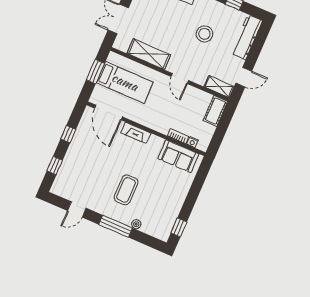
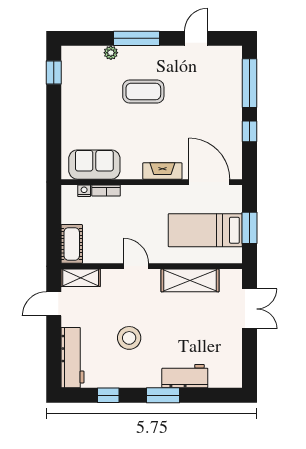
window: (55, 166) -> (250, 83), width x2.17
coffee table: (126, 190) -> (143, 92), turned 90

